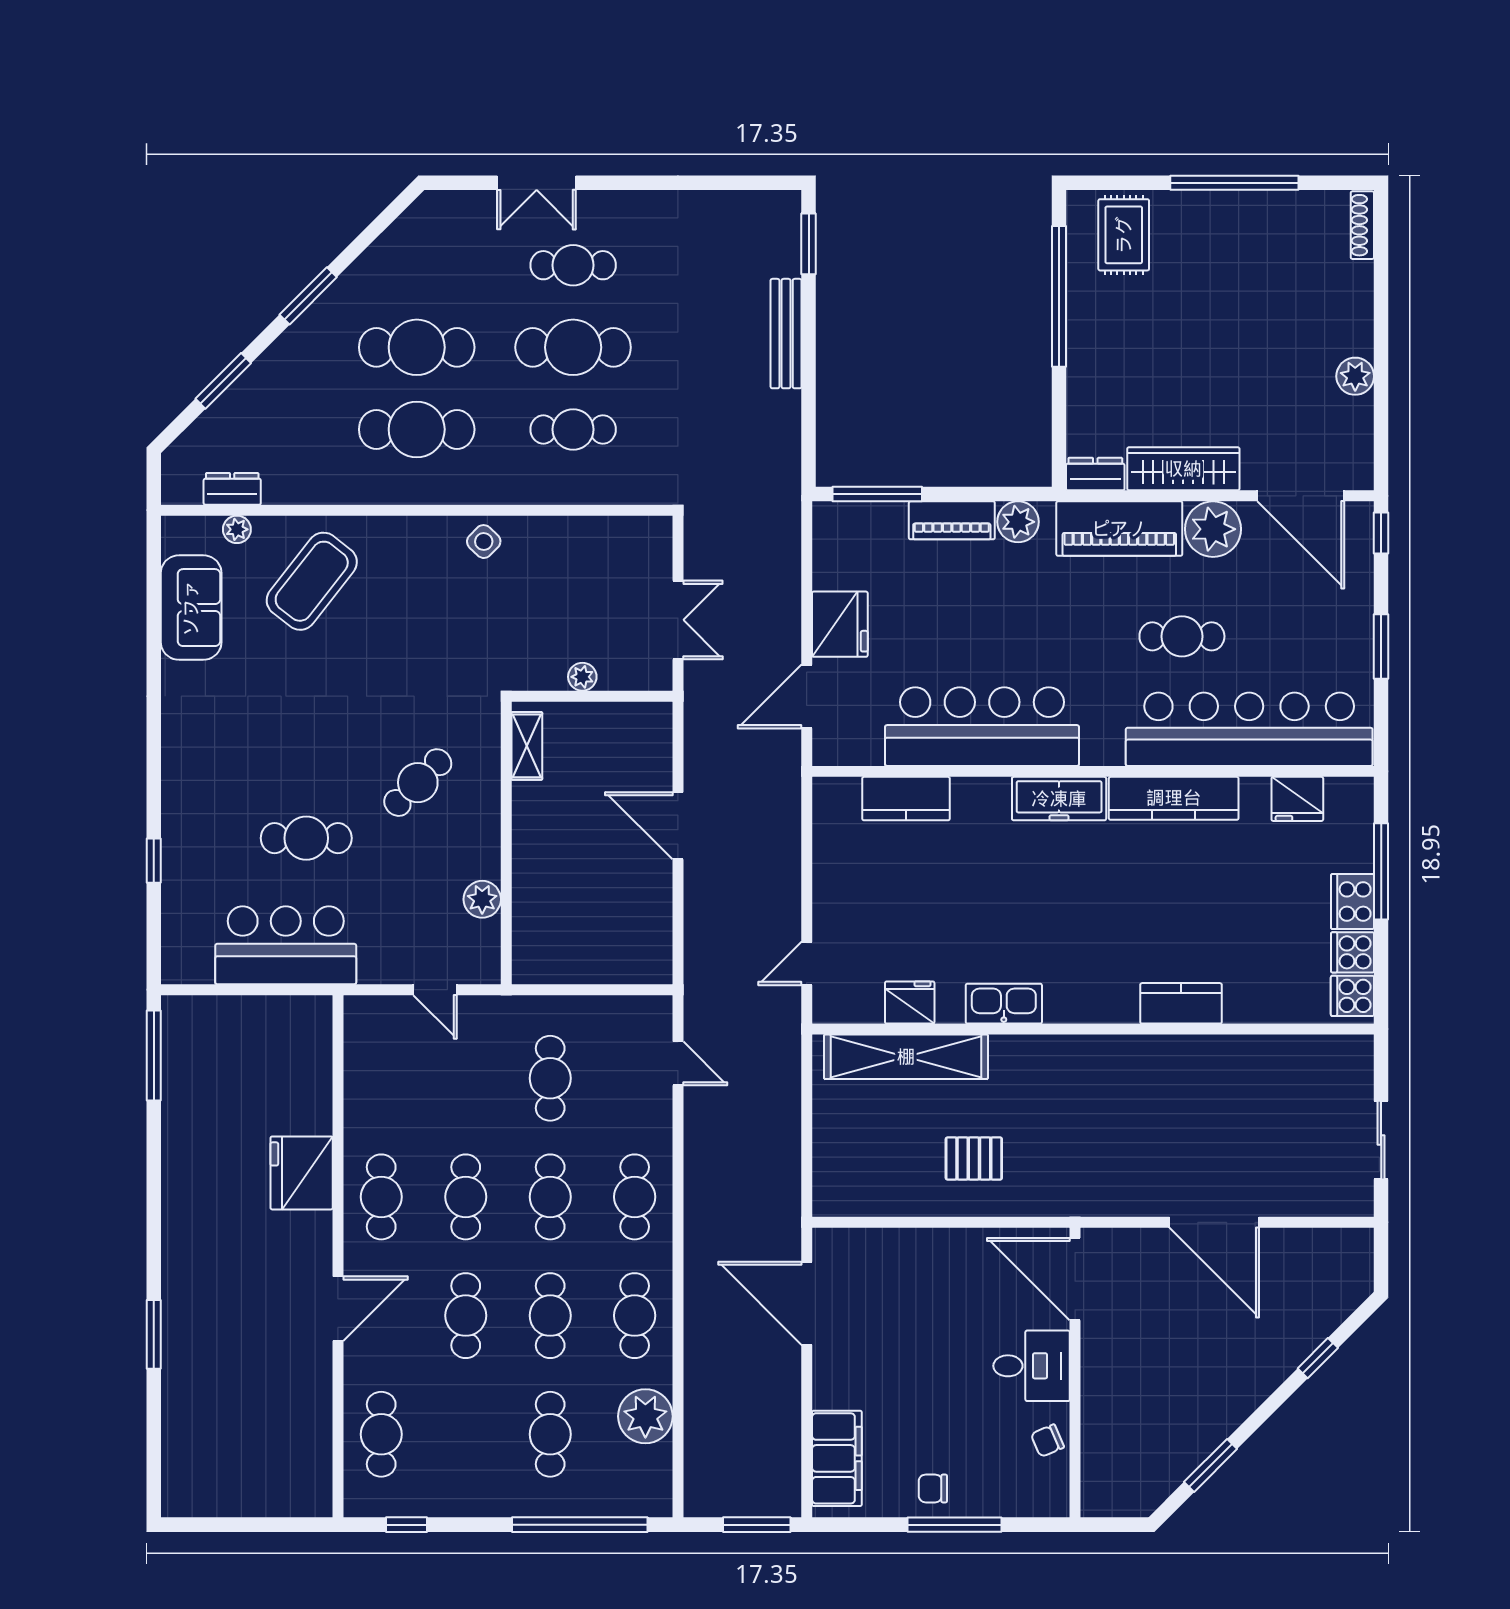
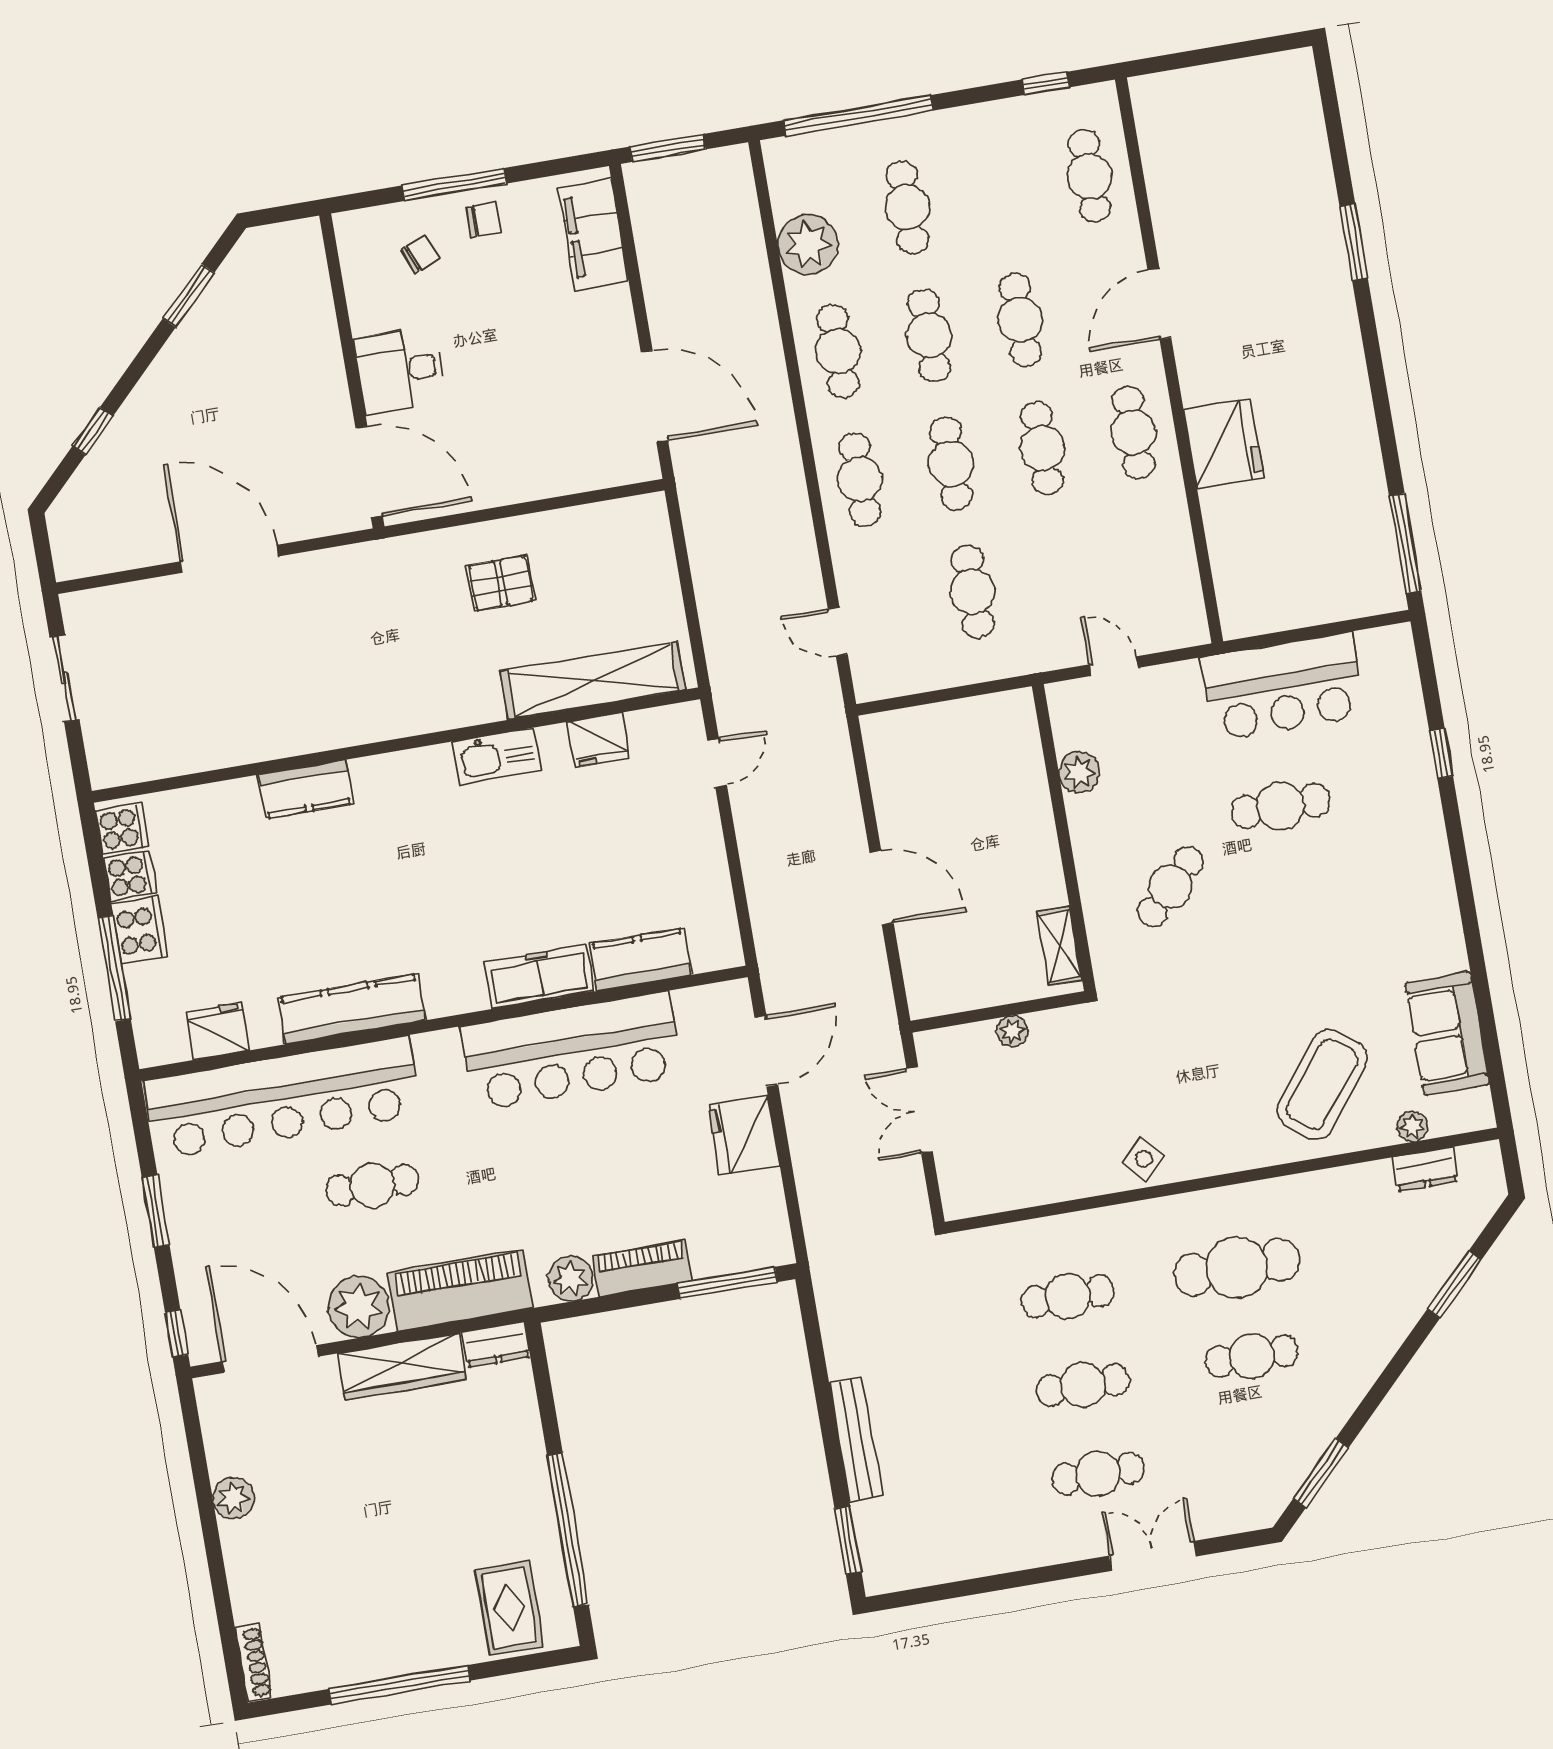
window: (308, 296) -> (1321, 1473), moved
cafe table: (417, 347) -> (1252, 1356), width x0.73, depth x0.74
cafe table: (573, 347) -> (1083, 1385), width x0.73, depth x0.74
freezer: (1059, 799) -> (539, 977), moved
chair: (1047, 1441) -> (420, 254), moved

